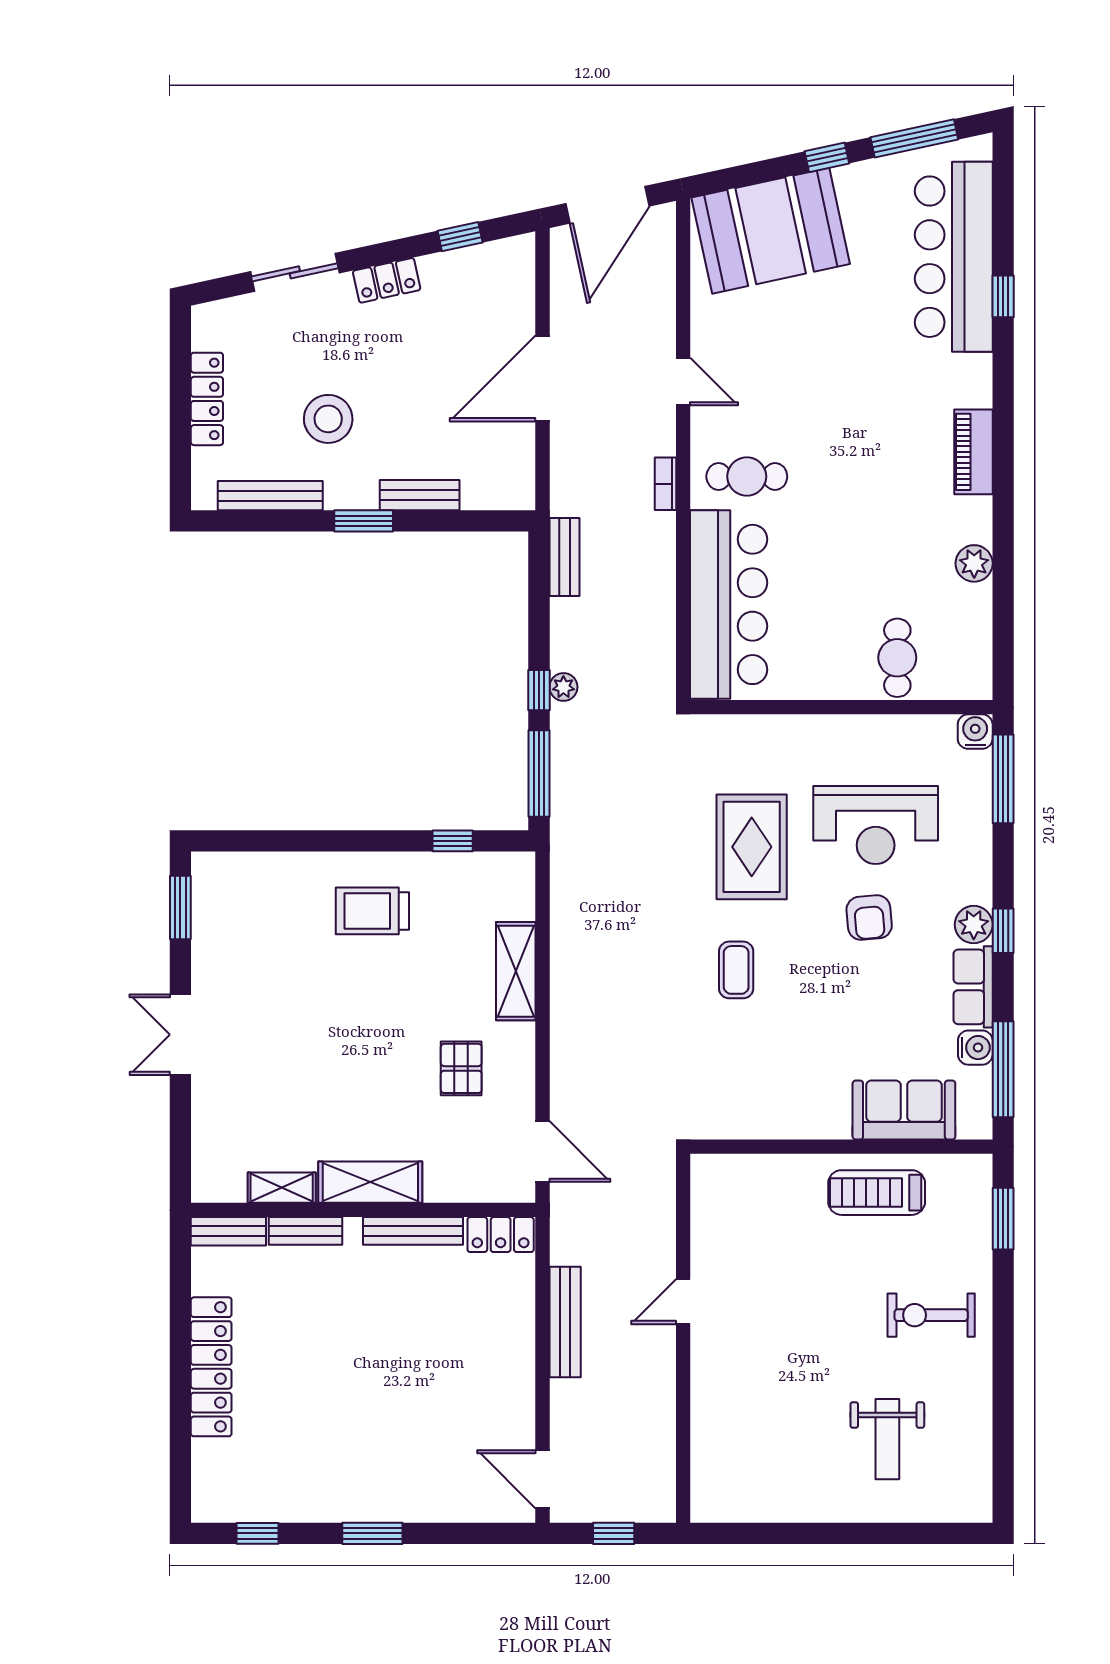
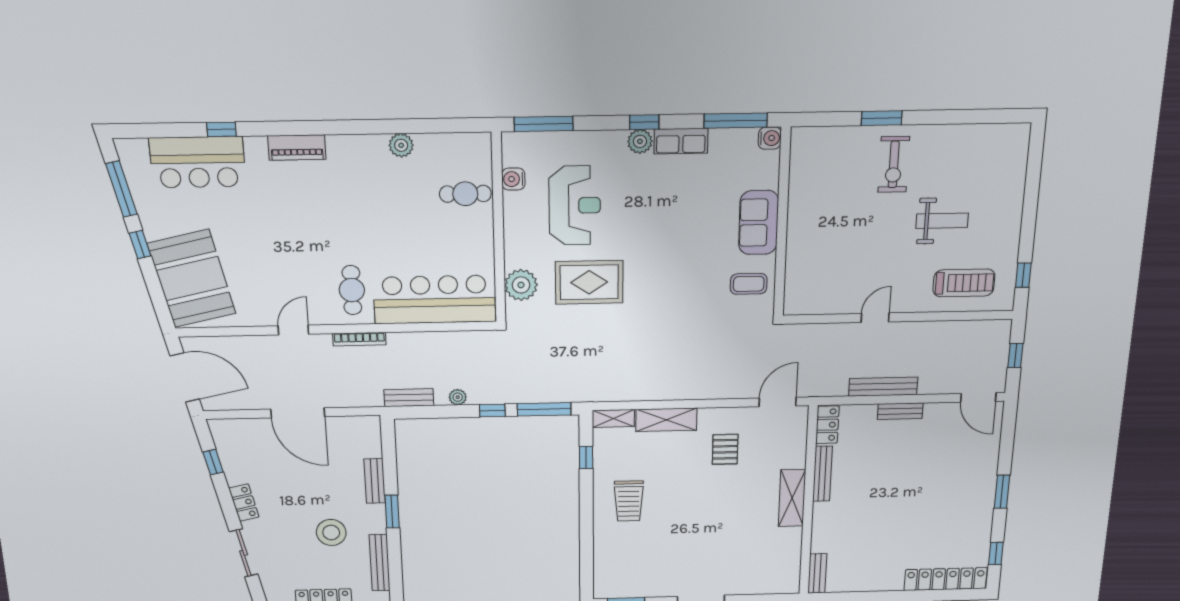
bar counter: (954, 257) -> (198, 162), width x0.73
piano: (974, 452) -> (297, 147), moved
bookcase: (666, 484) -> (359, 339), width x1.56
plant: (563, 687) -> (458, 397), moved
water cooler: (975, 732) -> (513, 179), moved
plant: (750, 740) -> (521, 285), added
armchair: (869, 918) -> (635, 208), removed
coffee table: (736, 970) -> (749, 284), moved
water cooler: (975, 1048) -> (770, 138), moved, turned 90
pallet: (461, 1068) -> (725, 449), turned 90
sofa: (904, 1110) -> (759, 223), moved
shelving: (282, 1188) -> (613, 419), moved, turned 90
treadmill: (877, 1193) -> (964, 283), moved, turned -90
window: (1003, 1219) -> (882, 118), moved
bench: (305, 1231) -> (900, 411), moved, turned 90
door: (683, 1302) -> (875, 318), swing flipped
locker: (211, 1367) -> (946, 579), moved
weight bench: (887, 1439) -> (942, 221), moved
door: (543, 1479) -> (978, 397), hinge flipped
window: (749, 1533) -> (1023, 275), added

